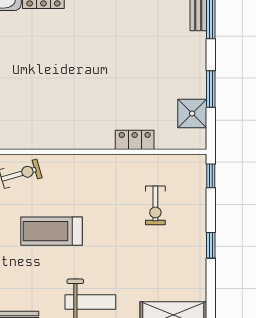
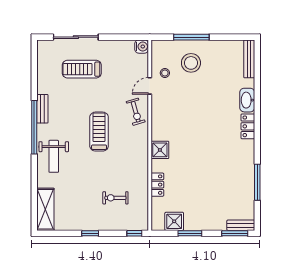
shower: (80, 136) -> (160, 150), added

